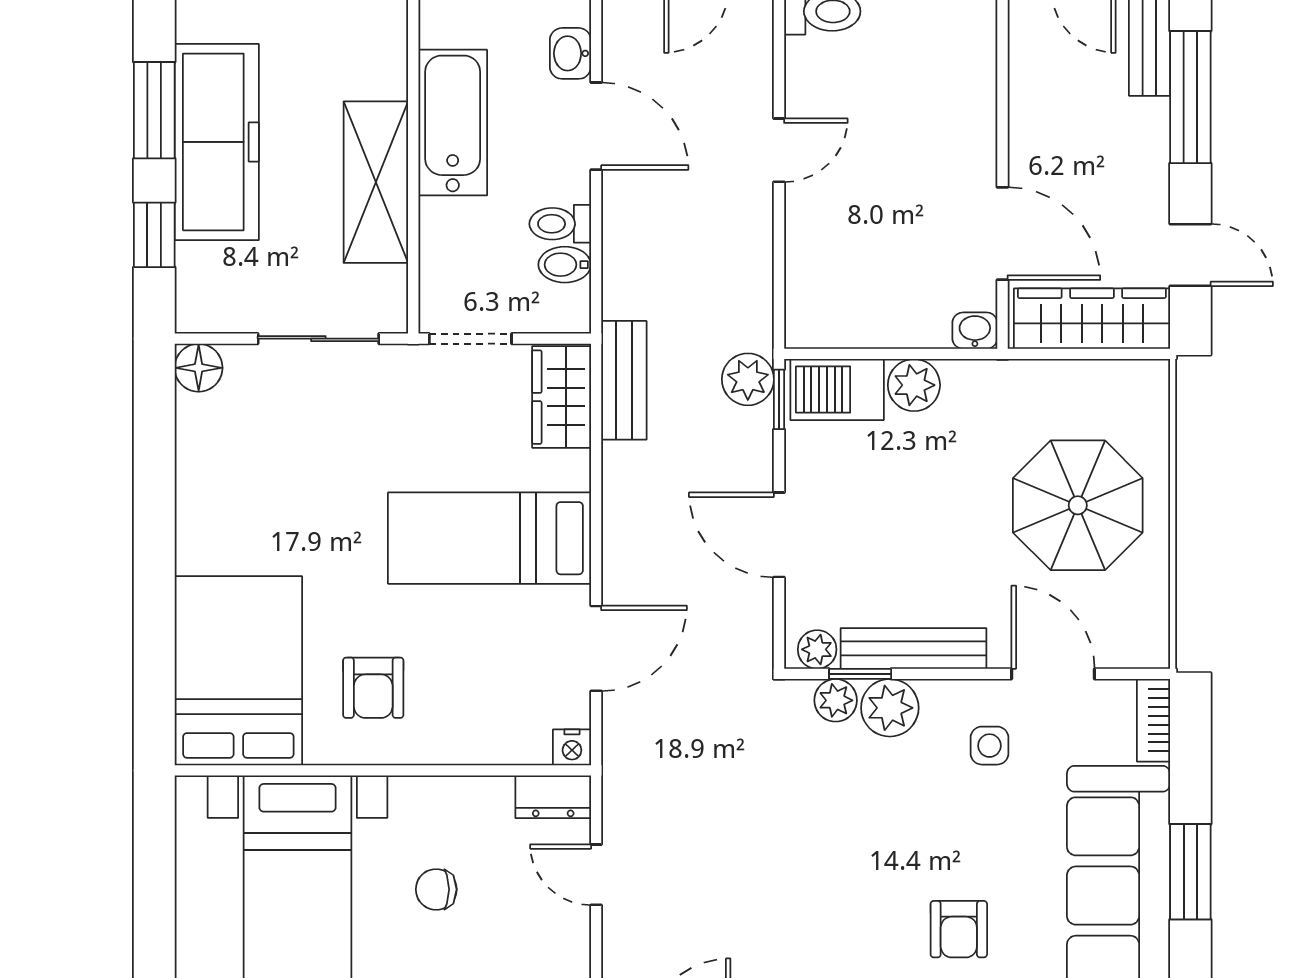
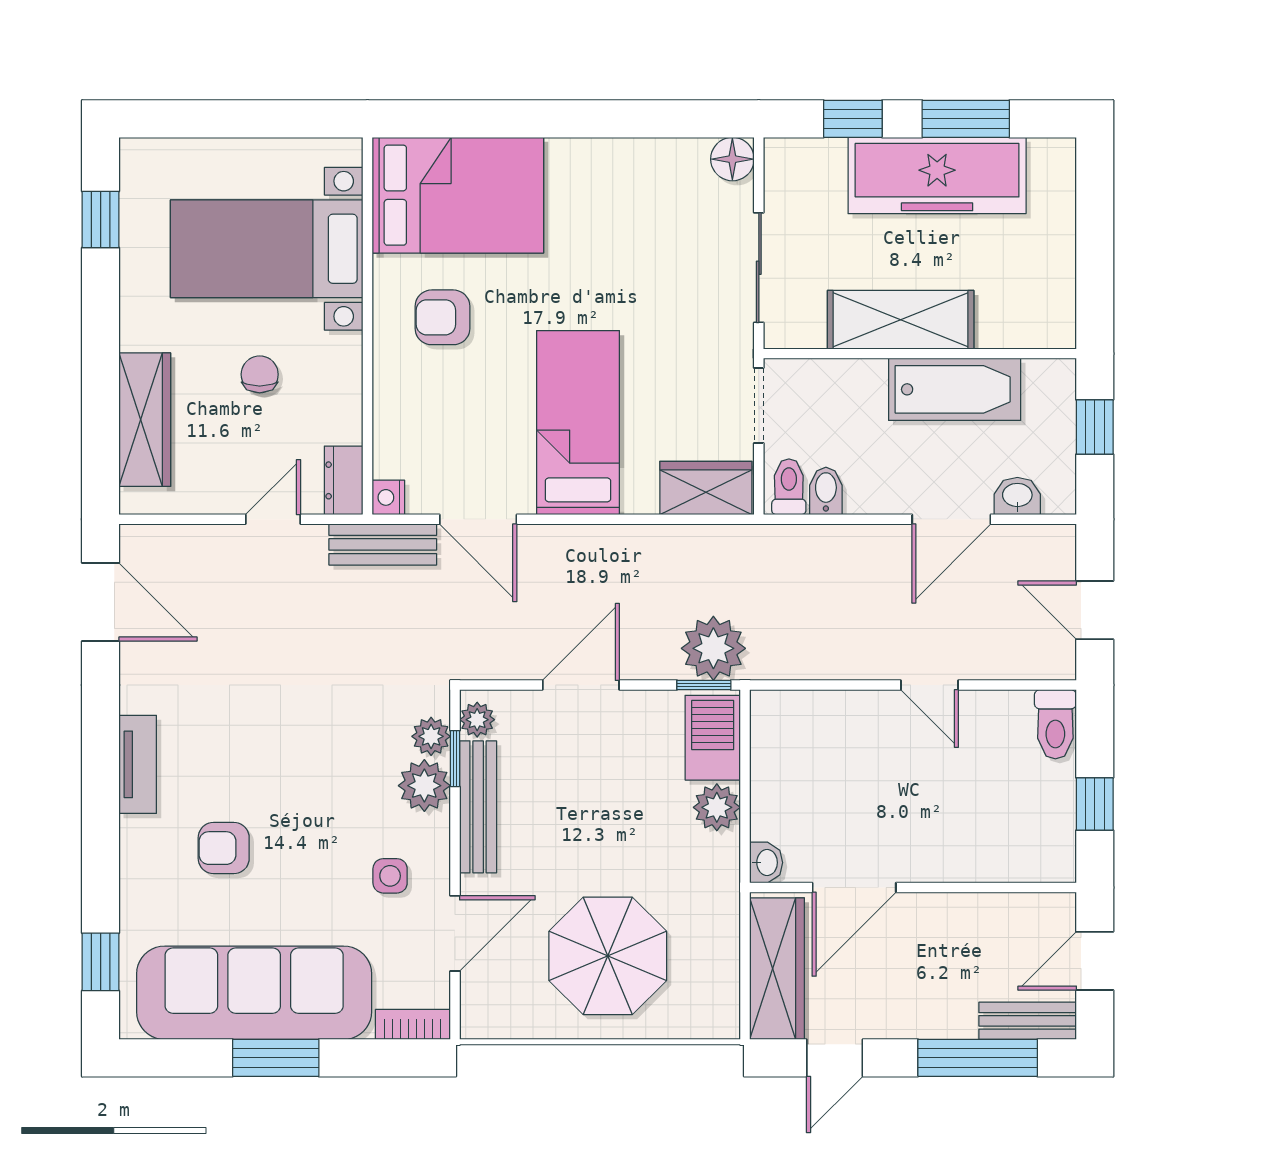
toilet: (560, 224) -> (789, 487), moved
plant: (748, 379) -> (713, 648), width x1.36, depth x1.36
bench: (624, 380) -> (383, 544), moved

